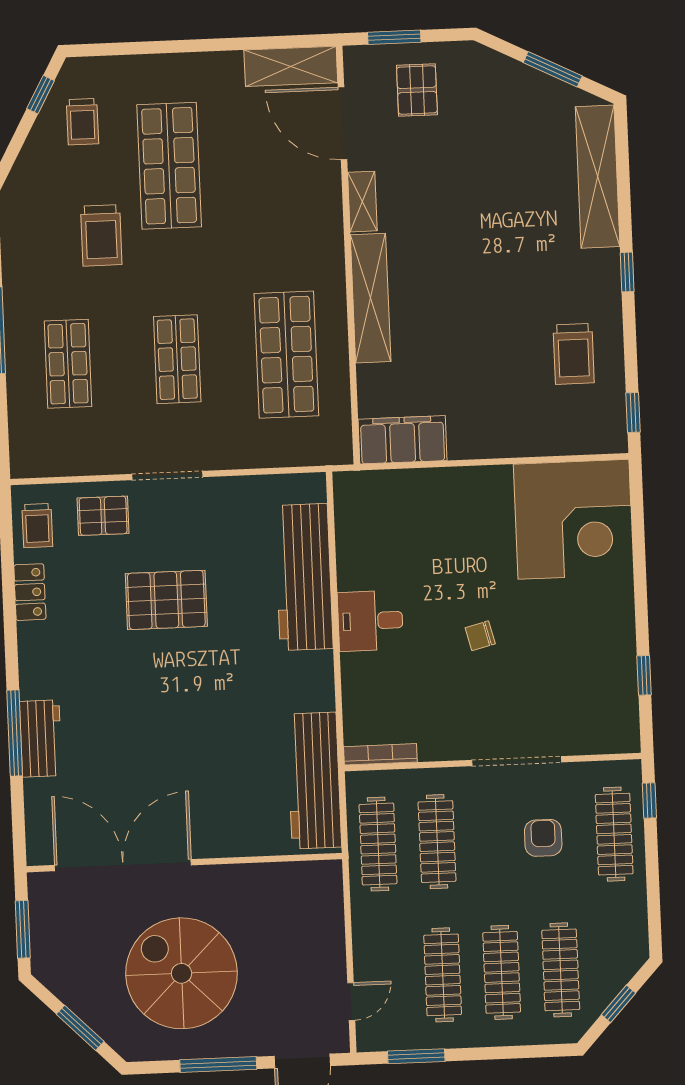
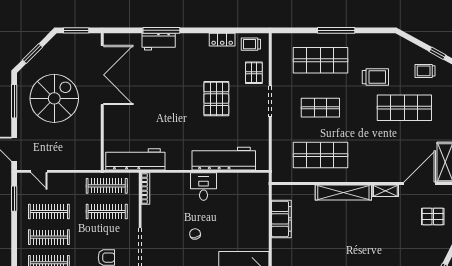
trolley: (101, 235) -> (375, 77), turned 180
shop shelf: (68, 364) -> (320, 60), width x1.43, depth x1.36
filing cabinet: (402, 440) -> (281, 219), moved
window: (218, 1065) -> (14, 101), moved

